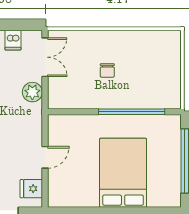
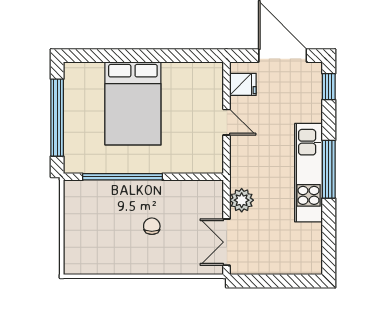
dishwasher: (13, 40) -> (265, 263), removed
door: (45, 157) -> (227, 122), swing flipped

